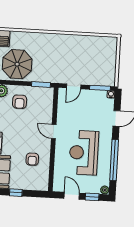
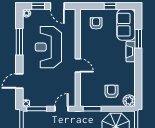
reception desk: (84, 153) -> (48, 47), turned 180
armchair: (32, 159) -> (96, 23), moved
window: (114, 160) -> (19, 42), width x0.68

